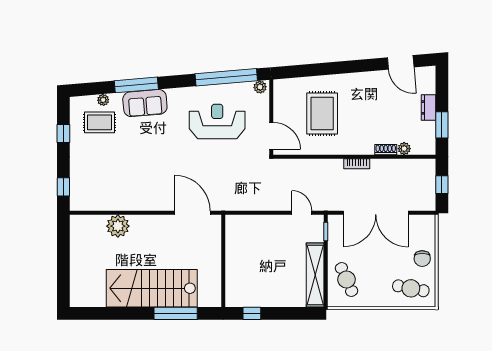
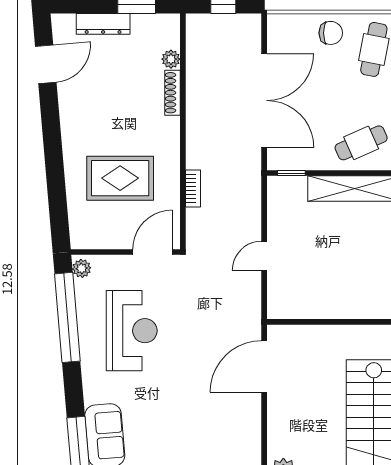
dresser: (429, 107) -> (103, 24), width x1.44
reception desk: (217, 122) -> (132, 331), turned 180
shoe rack: (386, 150) -> (173, 93), width x1.43
bookcase: (357, 164) -> (193, 188), moved
door: (302, 213) -> (264, 256), moved

